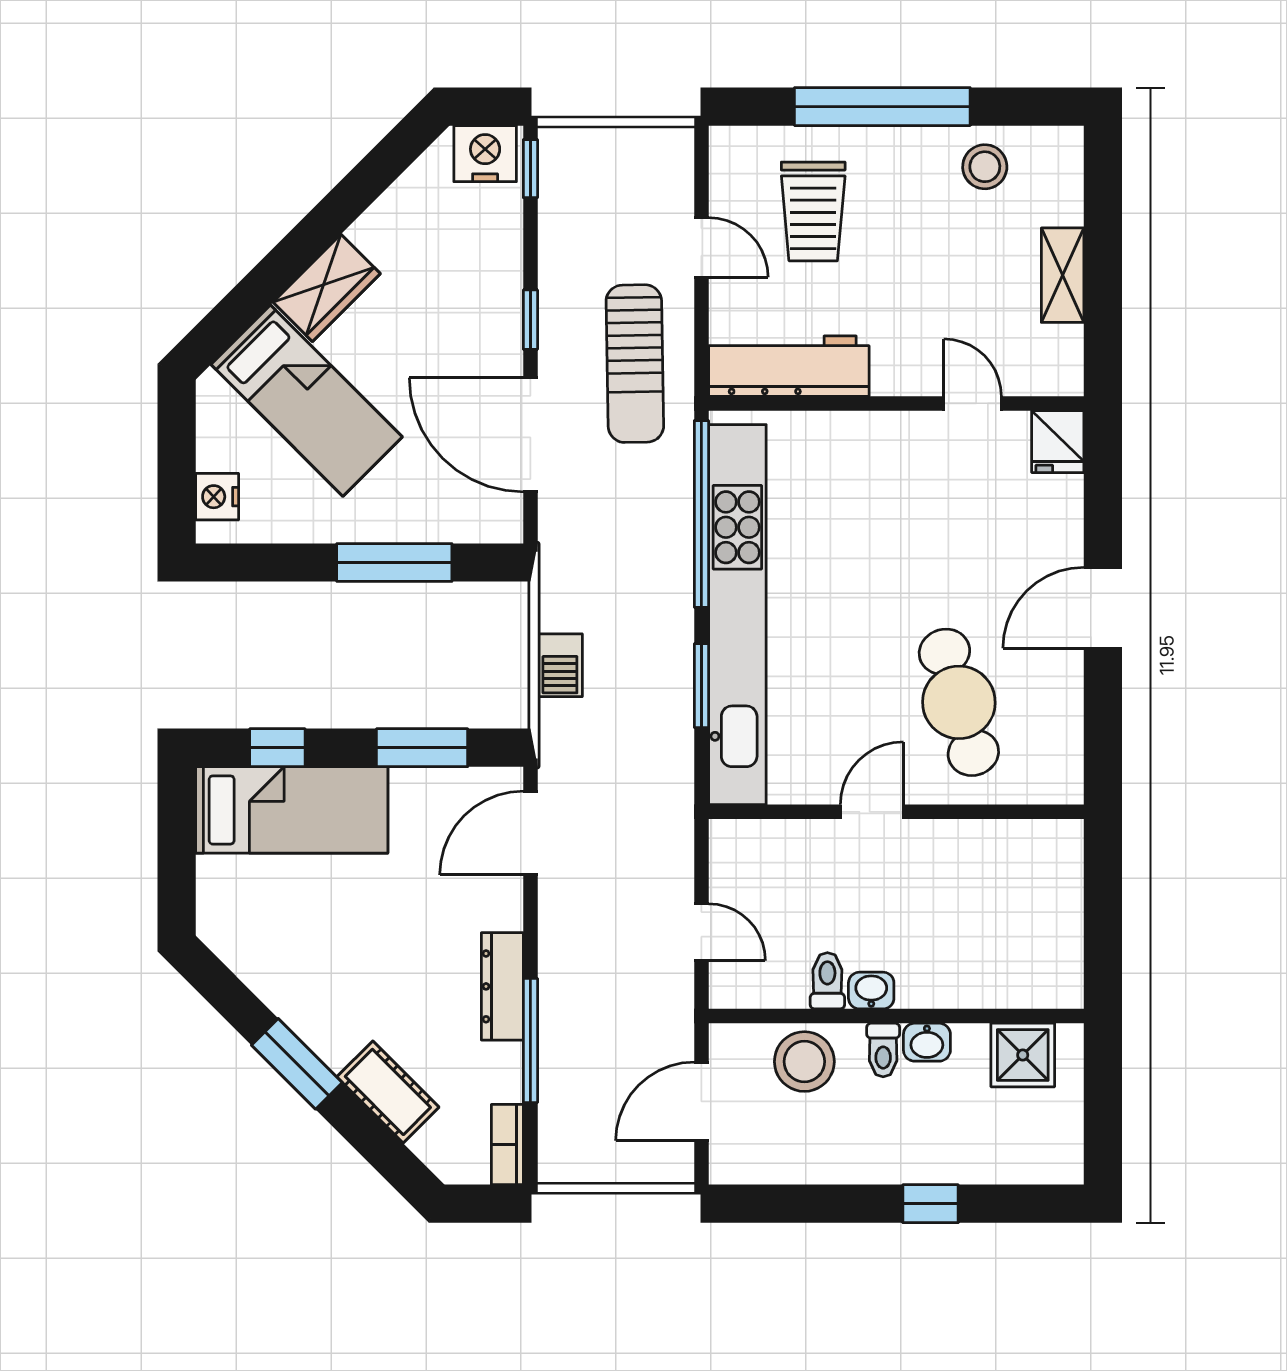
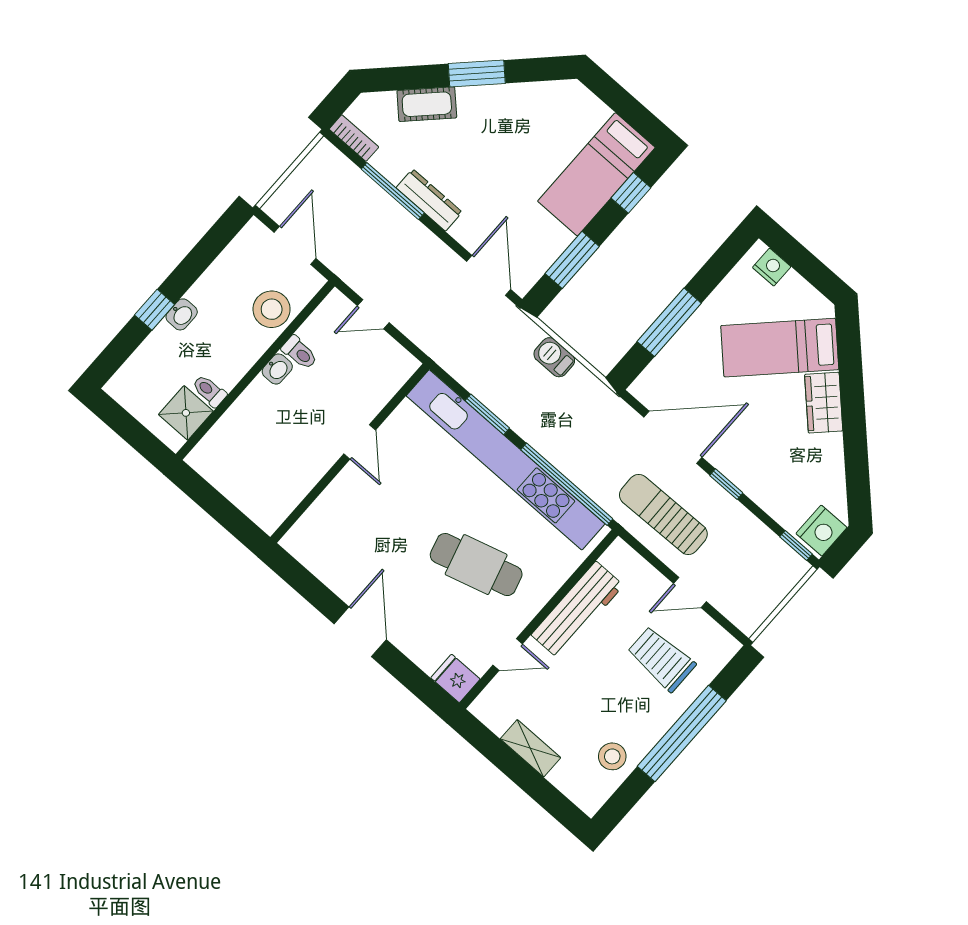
workbench: (789, 366) -> (577, 610), moved
cafe table: (959, 702) -> (476, 565), moved
washbasin: (927, 1042) -> (182, 314), moved, turned 180
toilet: (883, 1050) -> (209, 391), moved

